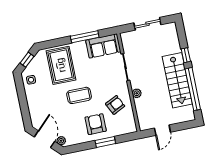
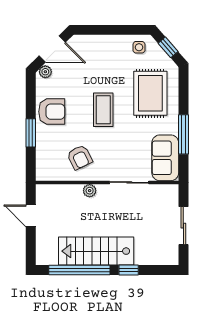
rug: (61, 65) -> (150, 93), turned 90
armchair: (96, 124) -> (52, 112), moved

